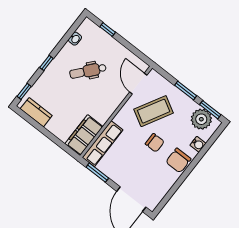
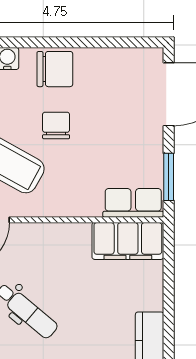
row of seats: (103, 144) -> (133, 203), width x0.68

